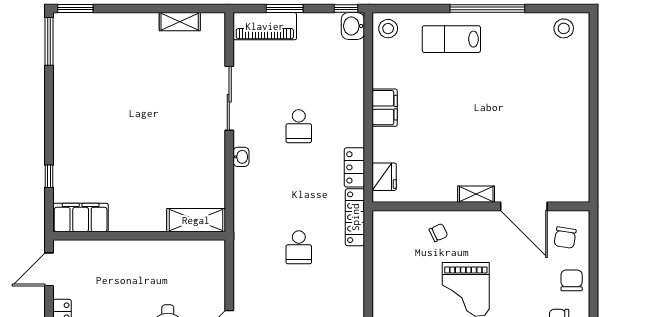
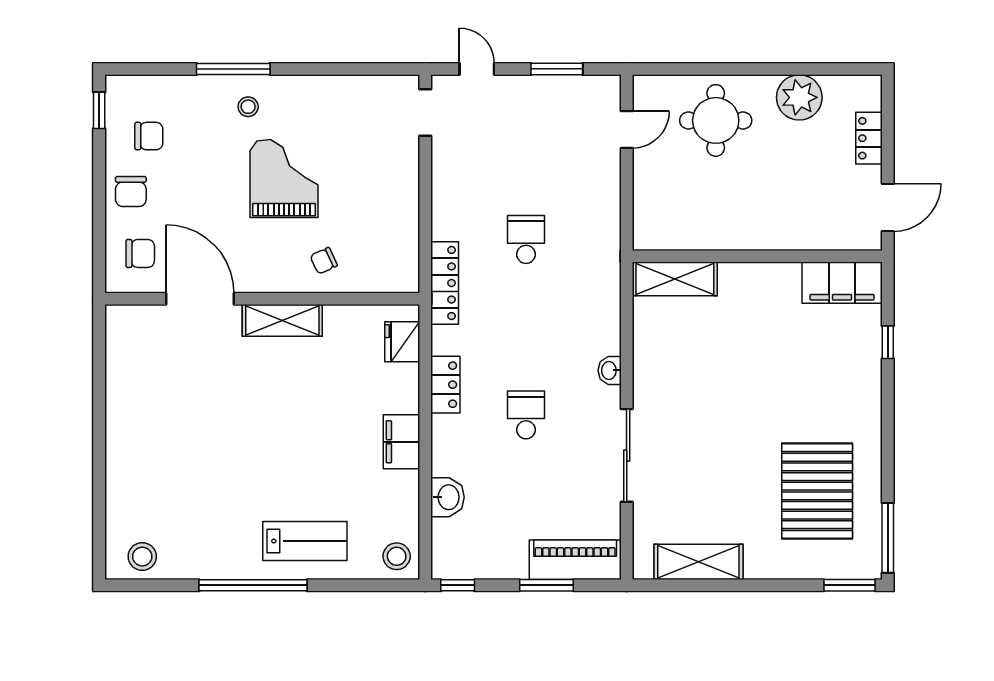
shelving: (180, 22) -> (698, 562), width x1.50, depth x1.33
washbasin: (353, 26) -> (448, 497), moved
pallet: (98, 74) -> (817, 491), added
locker: (354, 167) -> (445, 385), moved
shelving: (476, 194) -> (282, 320), width x1.50, depth x1.33
chair: (565, 238) -> (140, 253), turned 81

